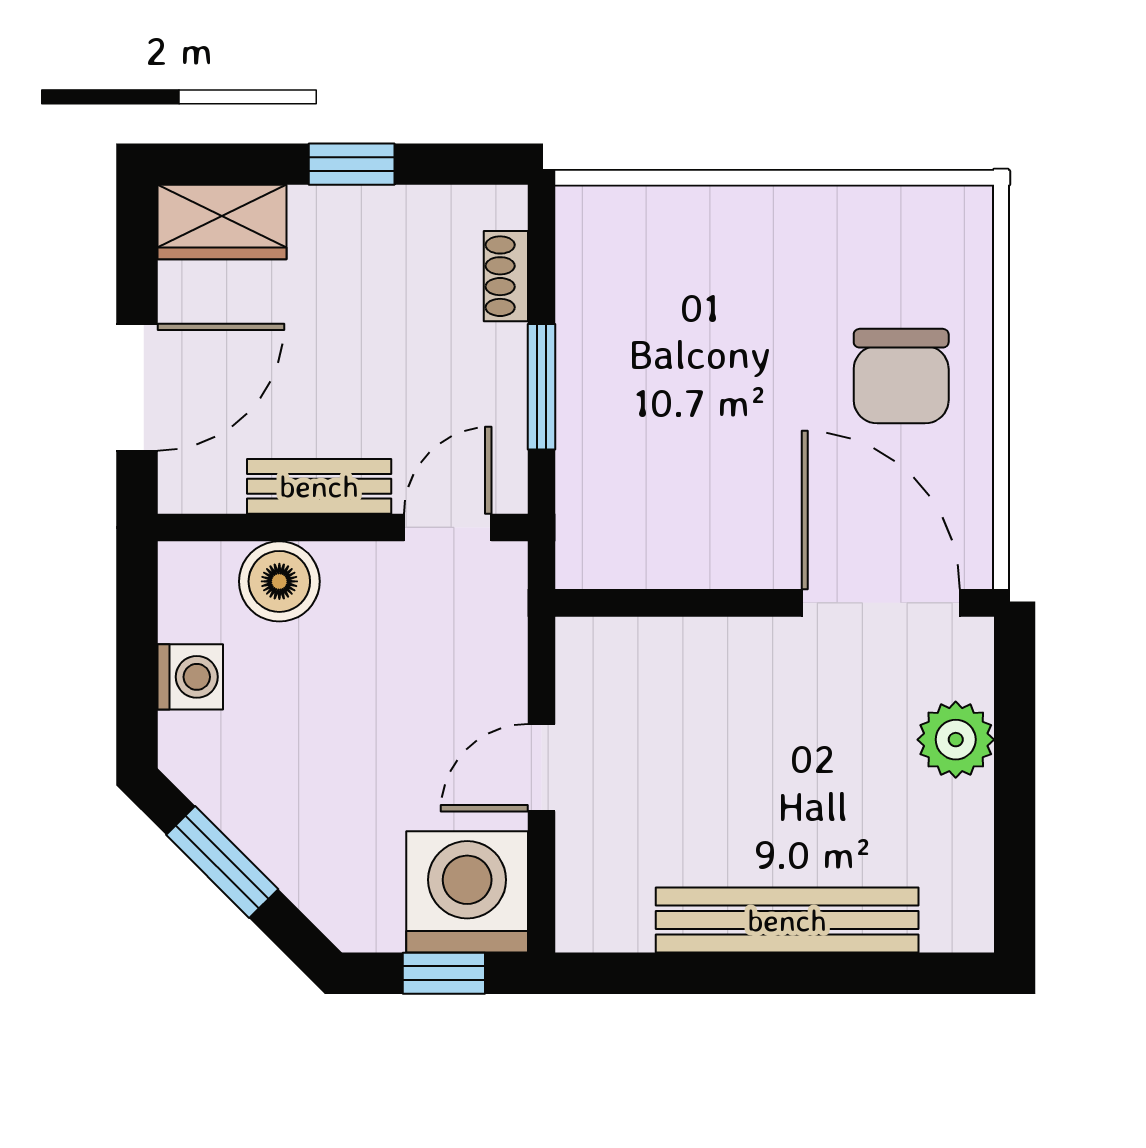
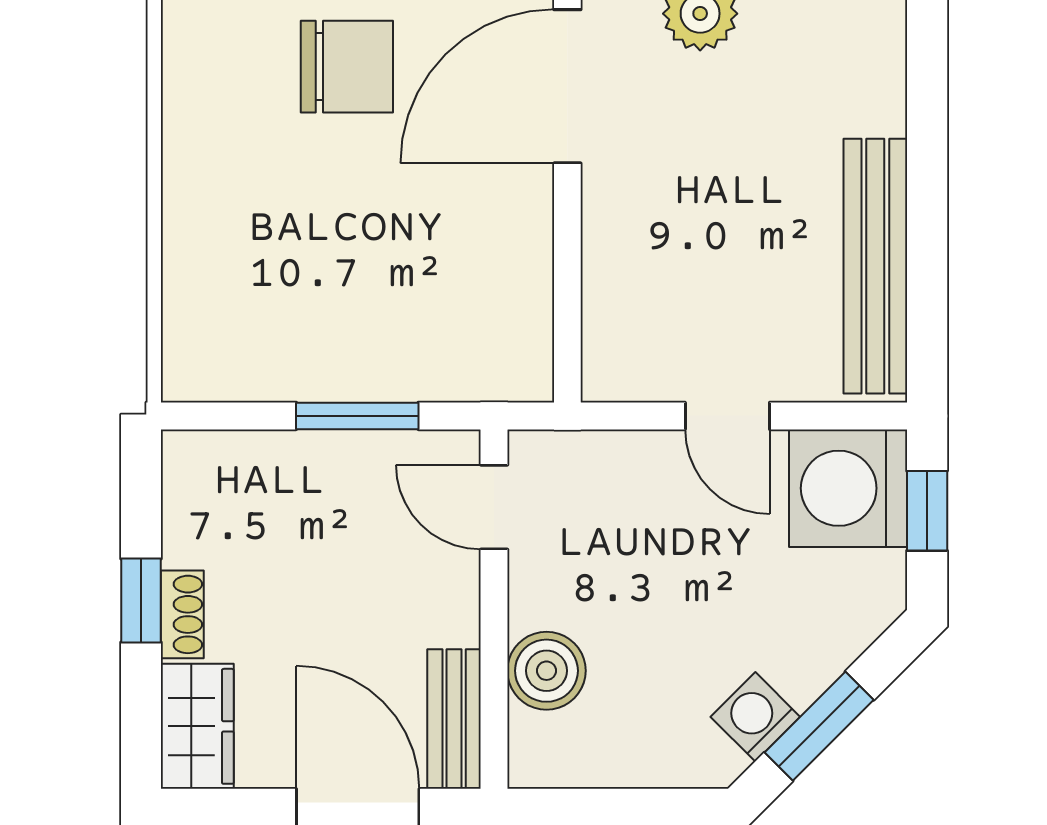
shoe rack: (506, 276) -> (182, 614), moved, turned -90
bench: (319, 486) -> (454, 719), moved
washing machine: (190, 677) -> (755, 717), moved, turned -45
bench: (787, 920) -> (875, 266), moved

